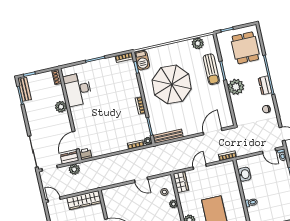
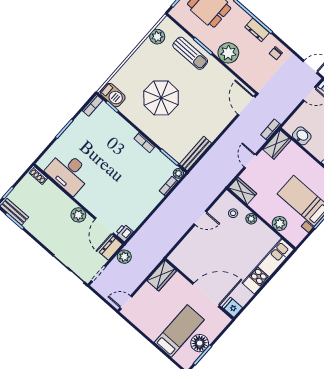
parasol: (172, 84) -> (161, 98), width x0.73, depth x0.73
plant: (61, 107) -> (78, 215), moved
door: (213, 131) -> (246, 106), moved
wardrobe: (225, 168) -> (277, 144), added
wardrobe: (84, 200) -> (162, 276), width x0.67

